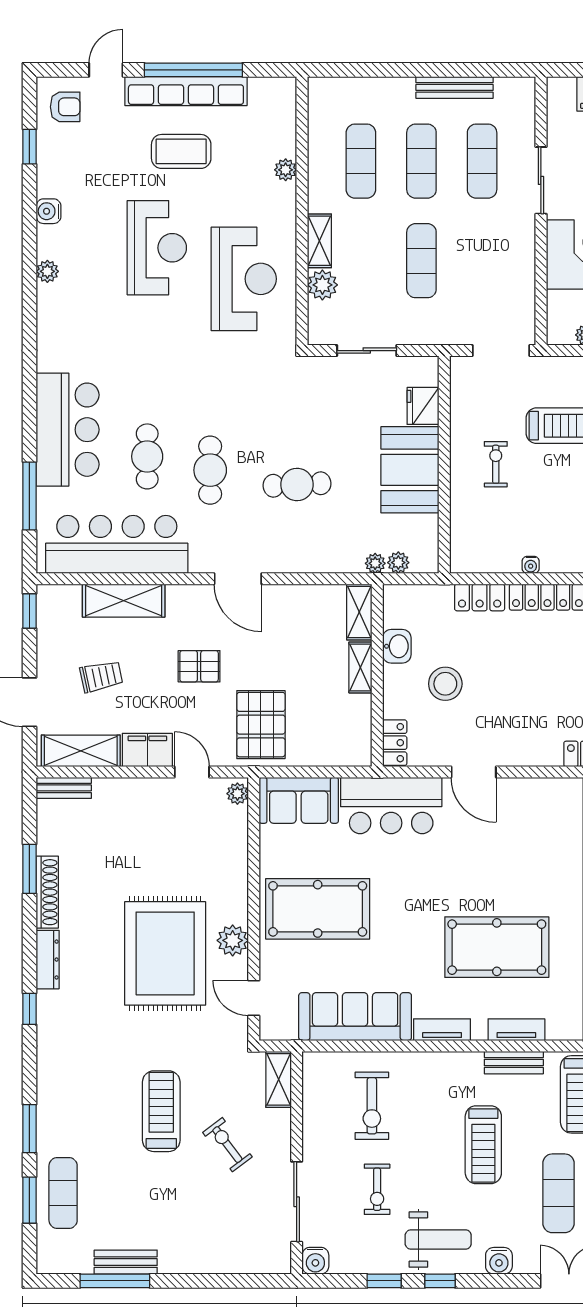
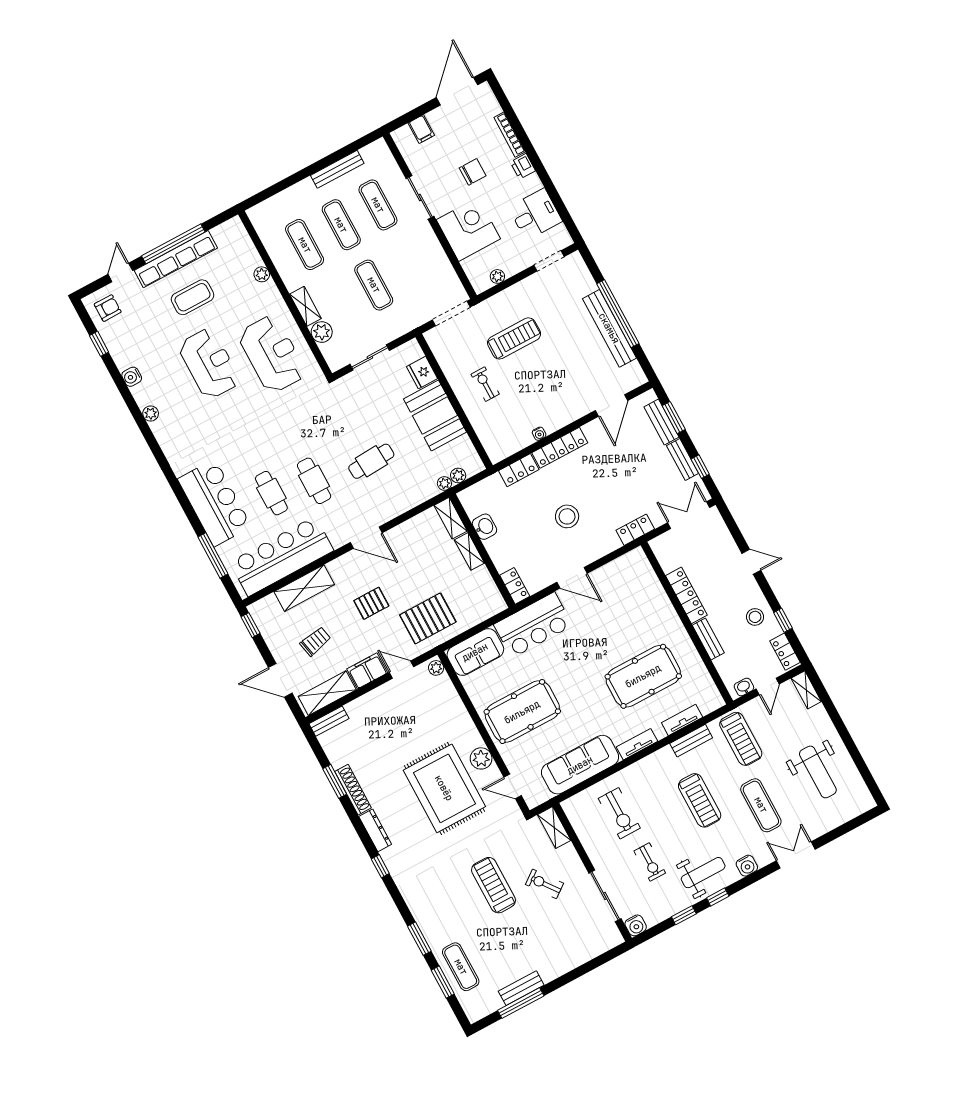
stool: (445, 684) -> (567, 516), moved
pallet: (261, 725) -> (428, 618), turned 90

